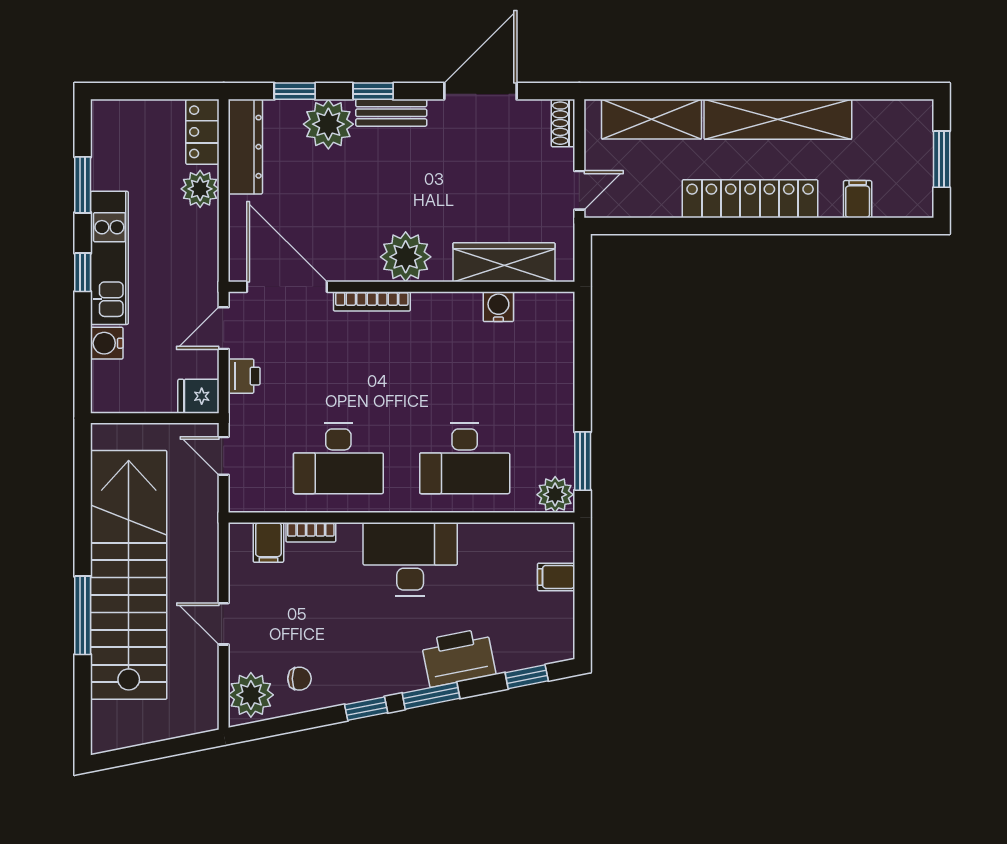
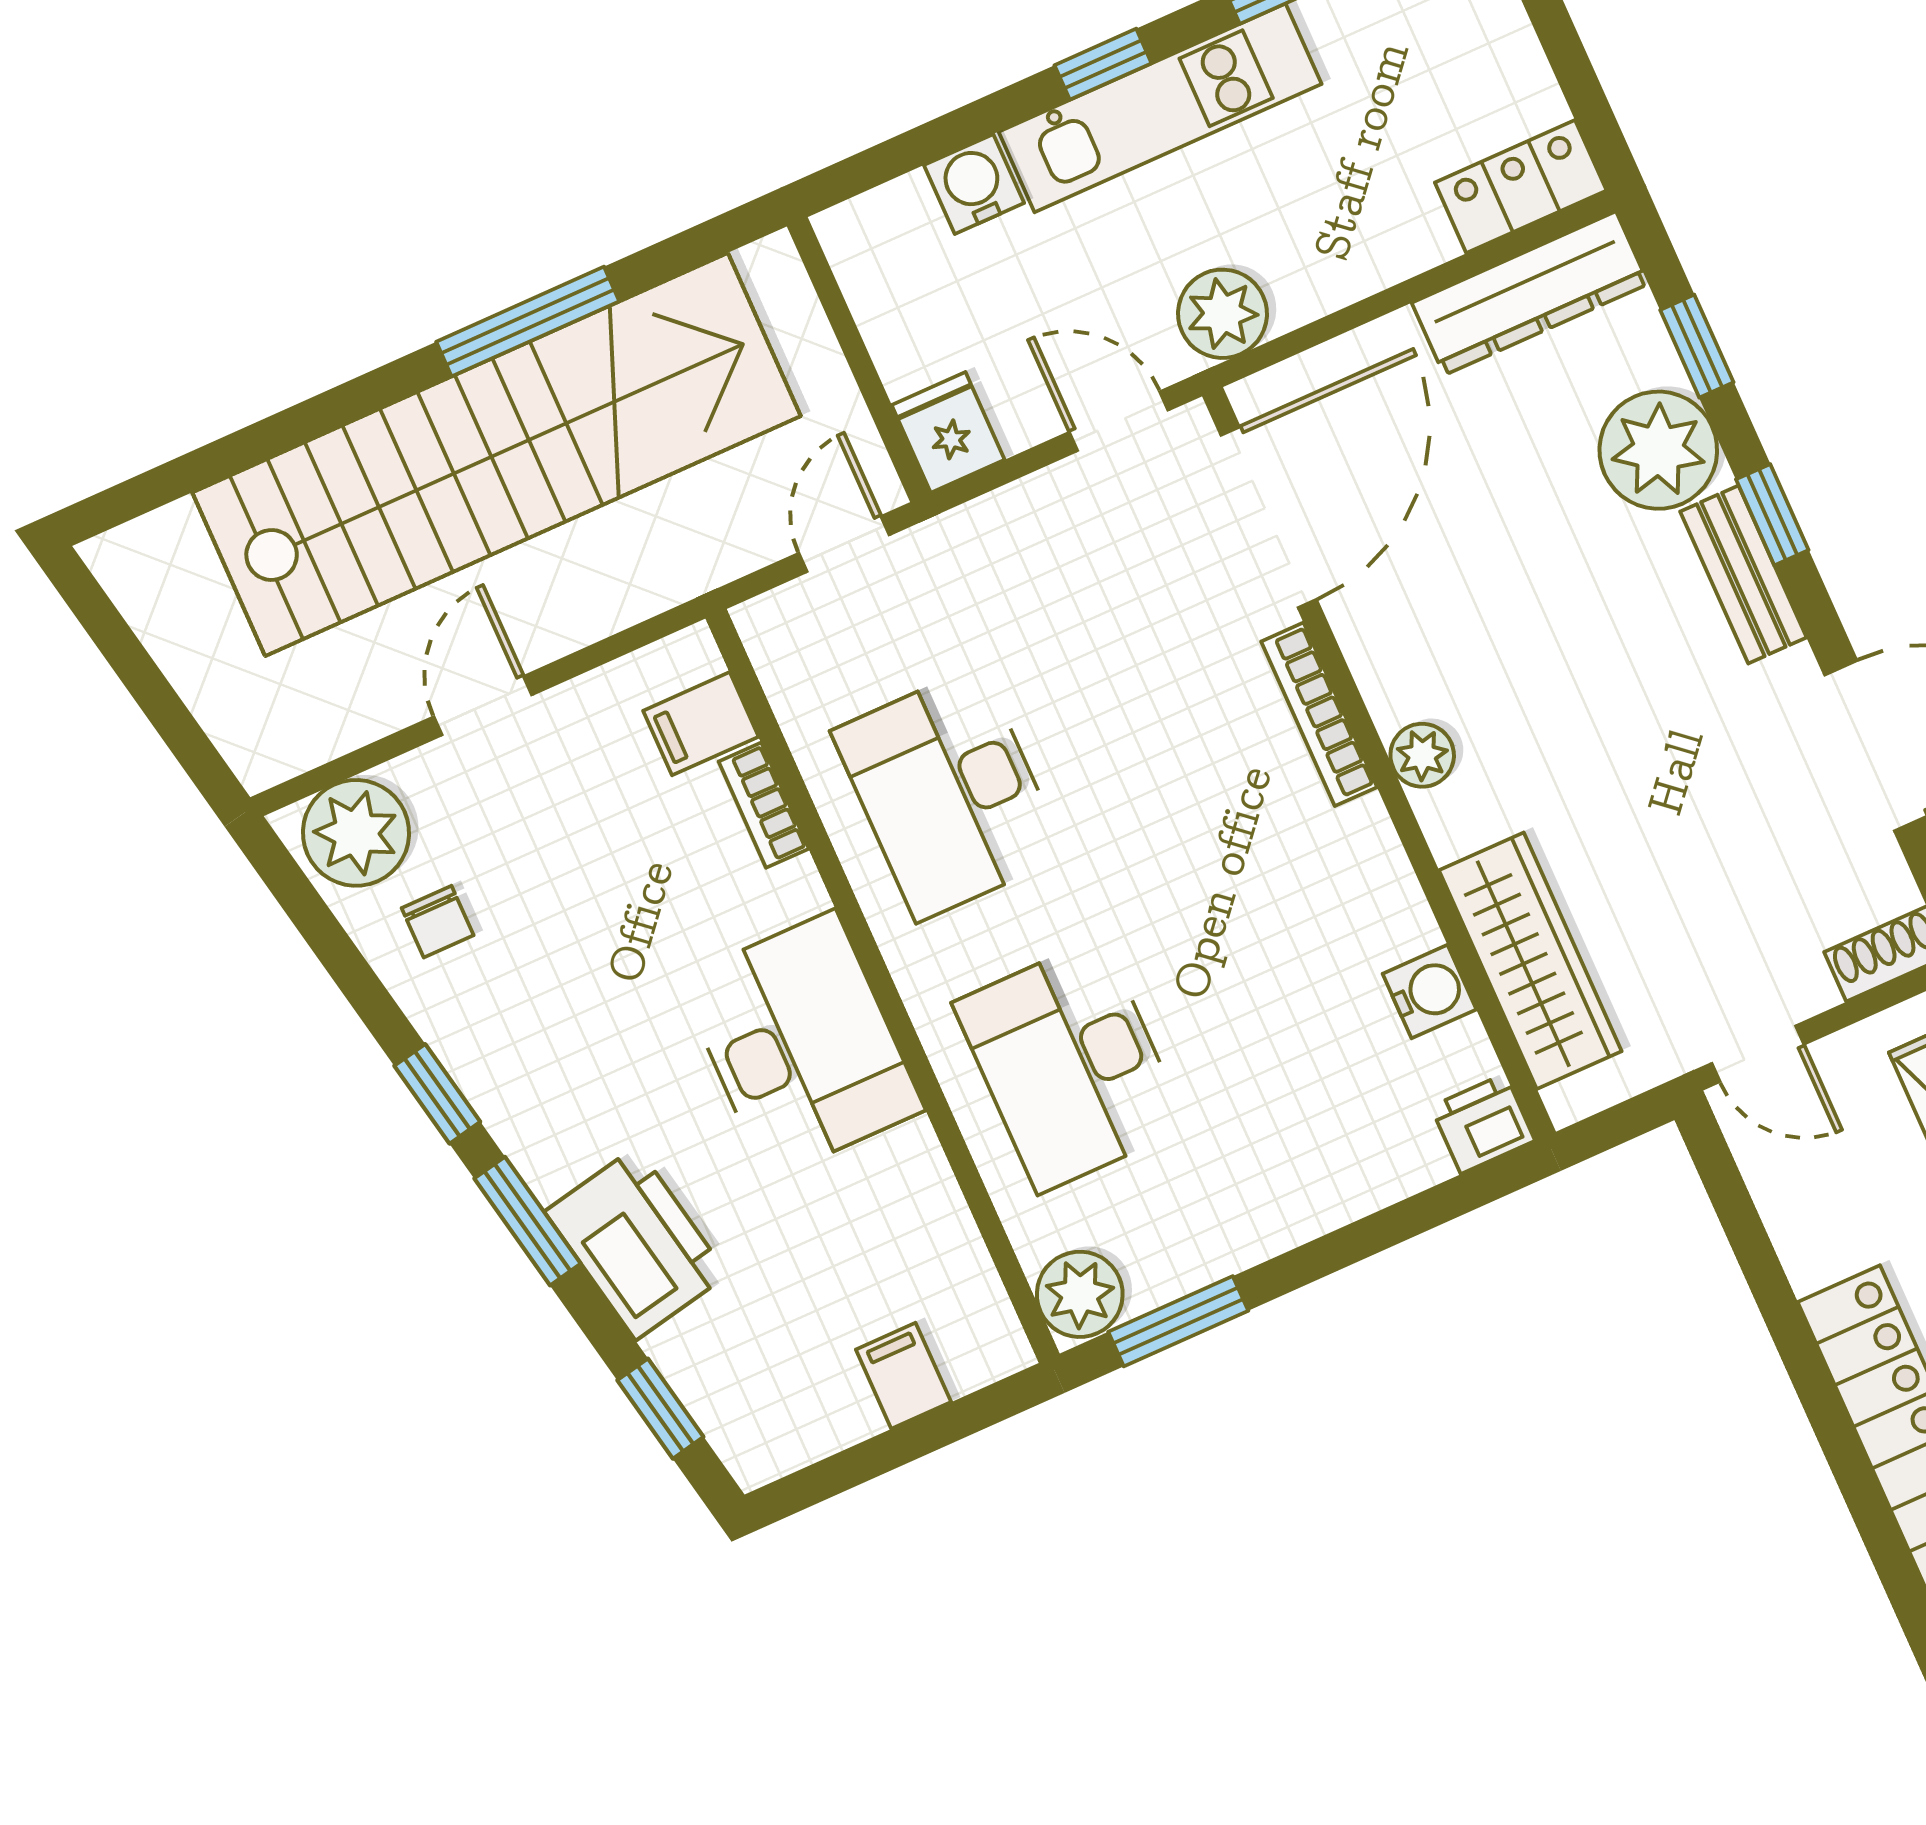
plant: (200, 189) -> (1223, 314), moved
plant: (406, 257) -> (1422, 755), width x0.53, depth x0.53
printer: (244, 376) -> (1483, 1124), moved, turned 180
window: (83, 615) -> (528, 321), moved

